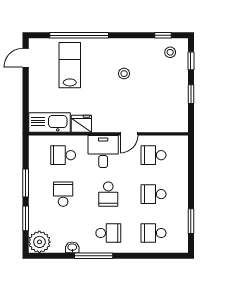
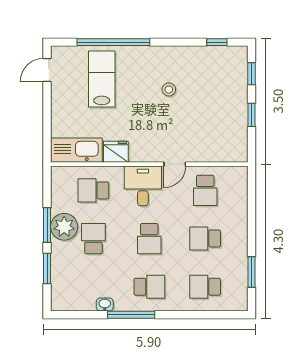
stool: (170, 52) -> (226, 63), removed
school desk: (154, 155) -> (205, 190), turned -90
plant: (39, 242) -> (64, 227), moved

